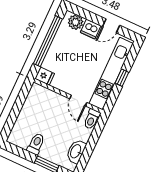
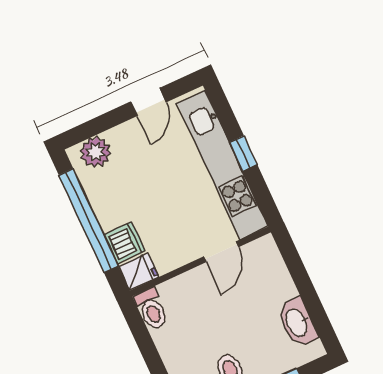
dishwasher: (91, 29) -> (124, 243), moved, turned -90
door: (78, 101) -> (221, 252), hinge flipped
toilet: (92, 119) -> (151, 309), moved

